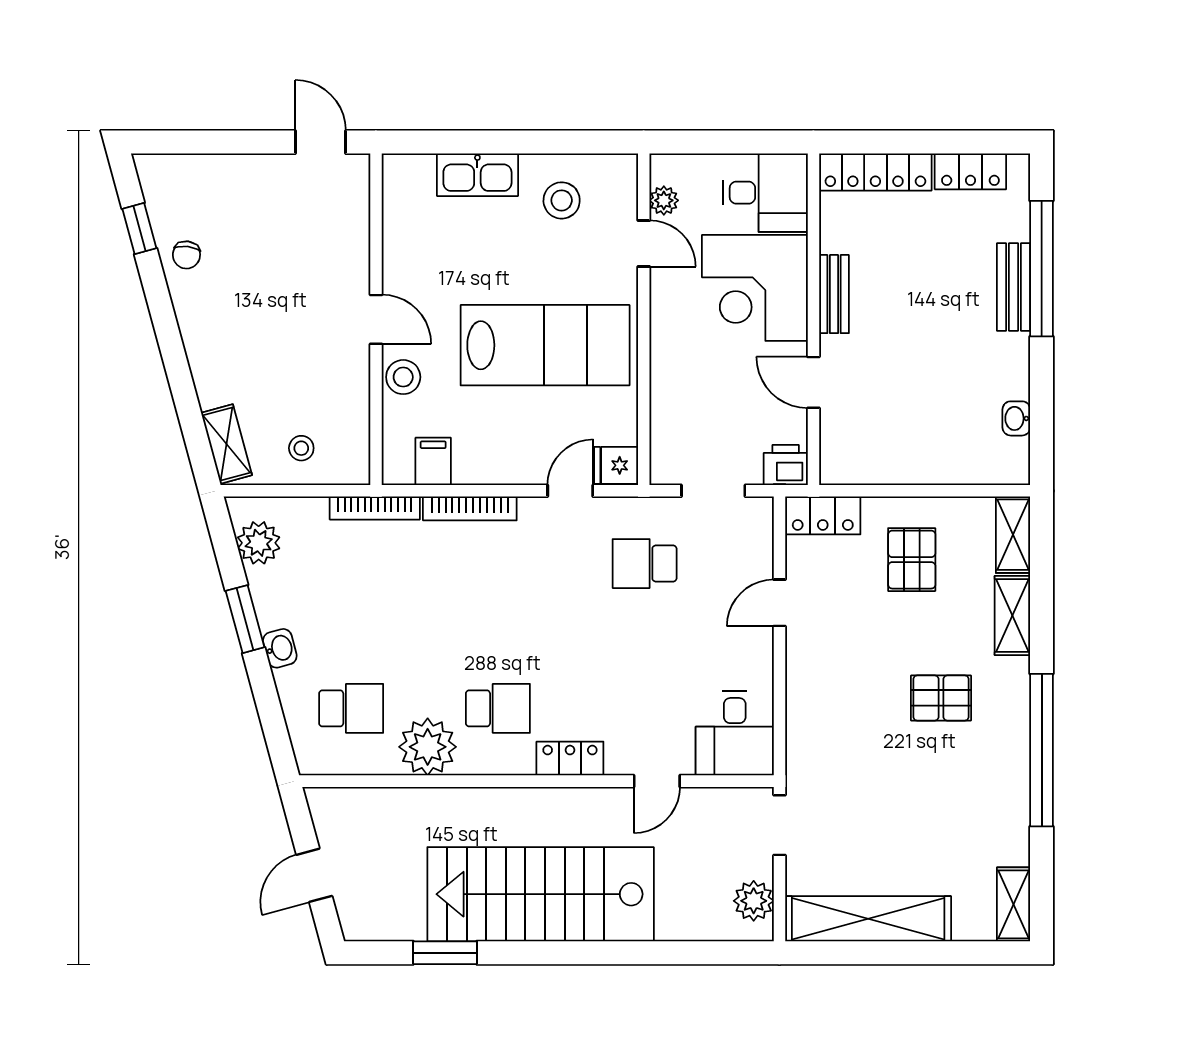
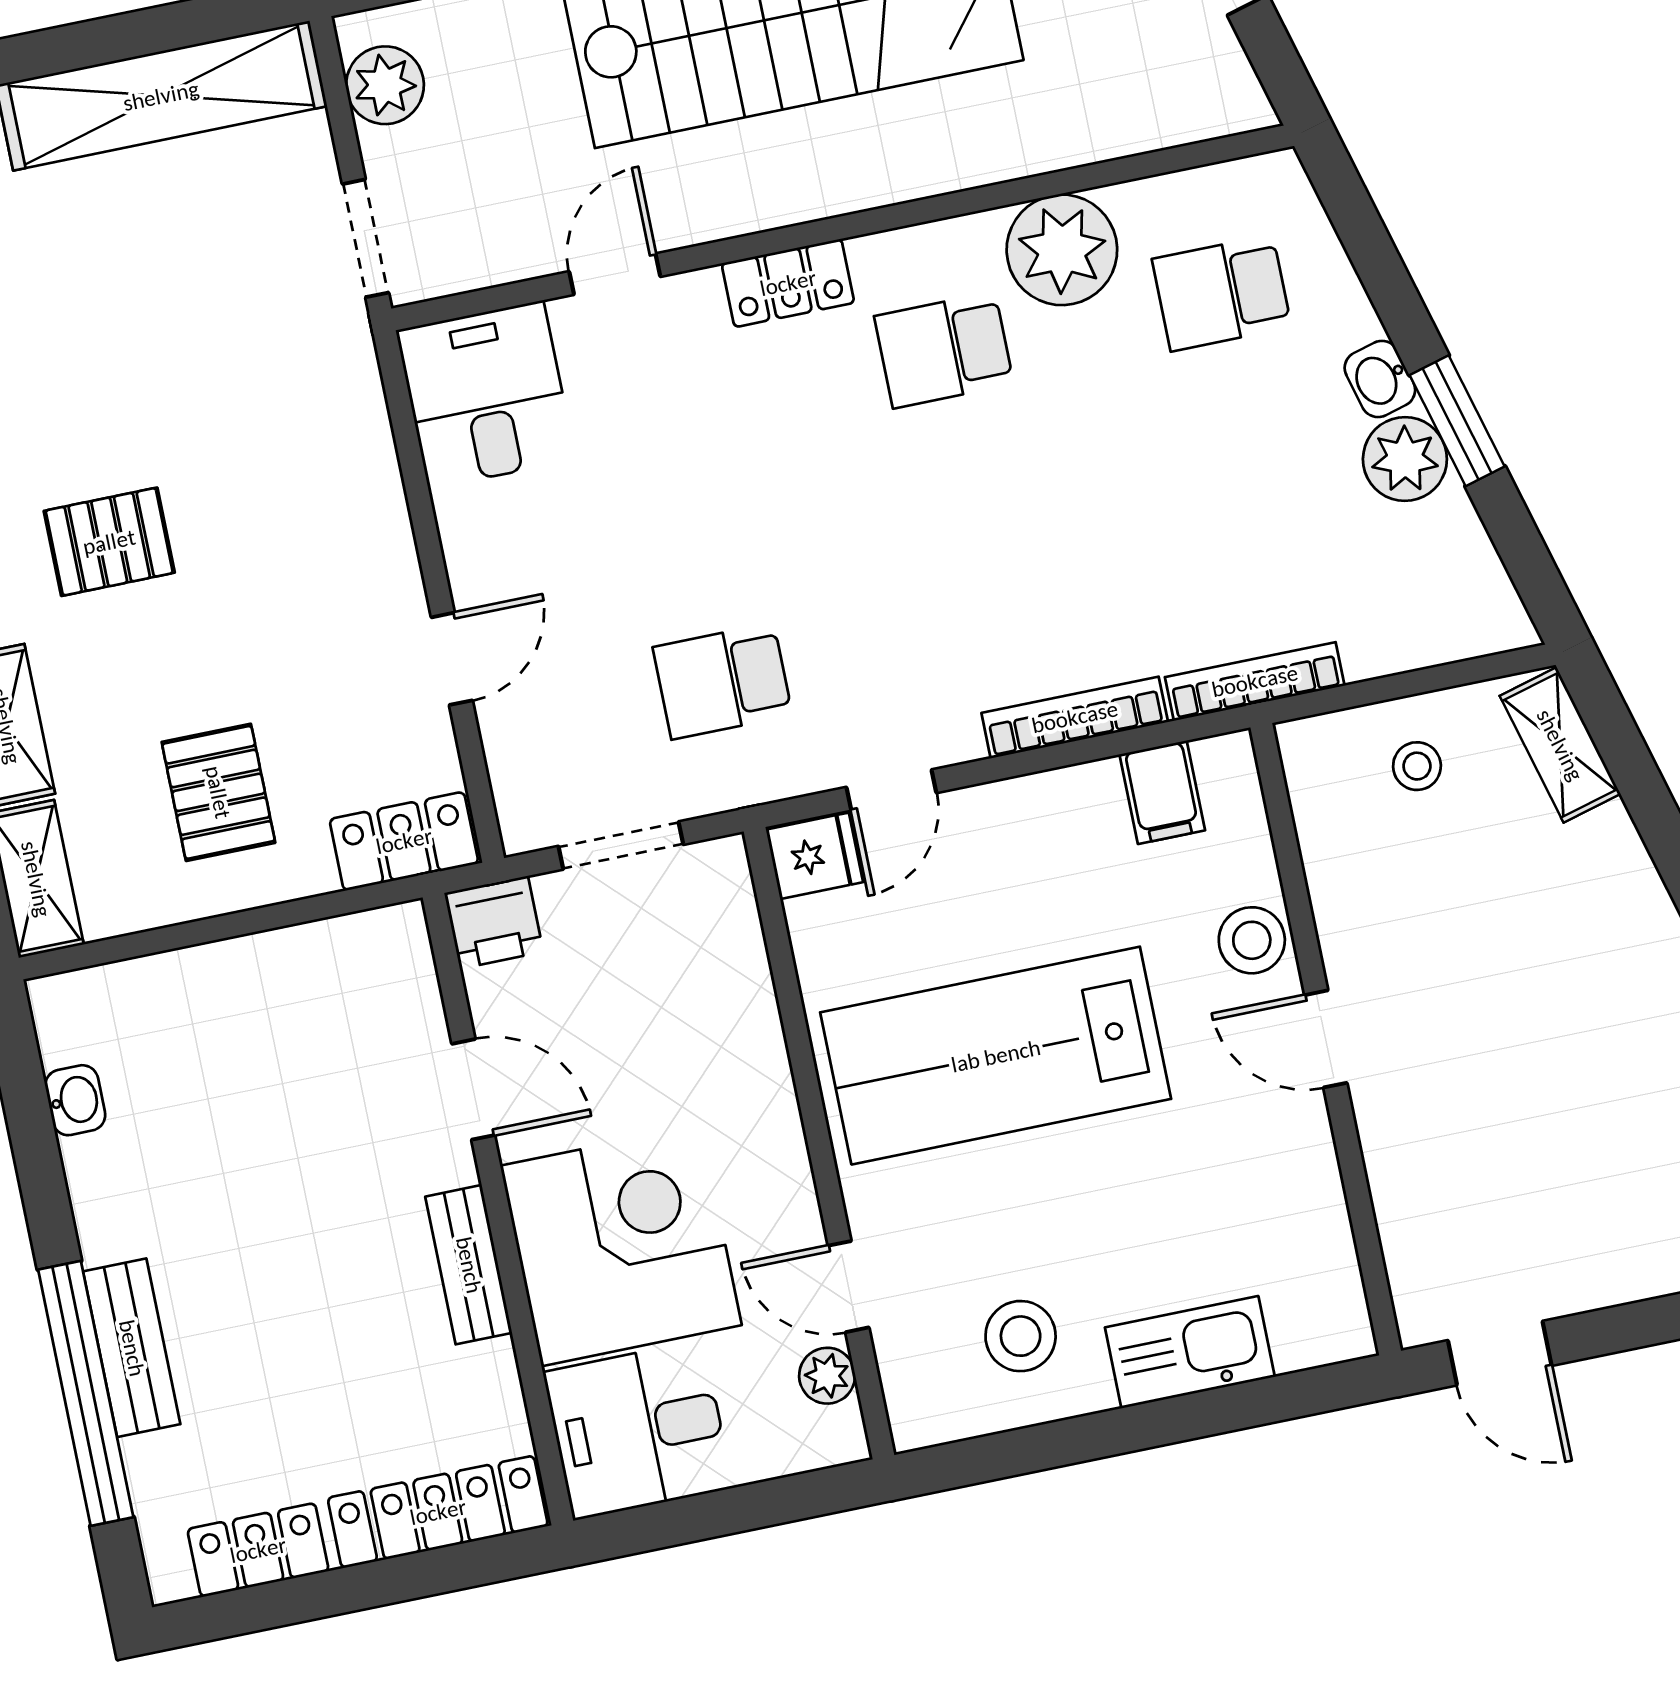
plant: (259, 543) -> (1405, 459), moved
school desk: (645, 564) -> (723, 681), turned 180

